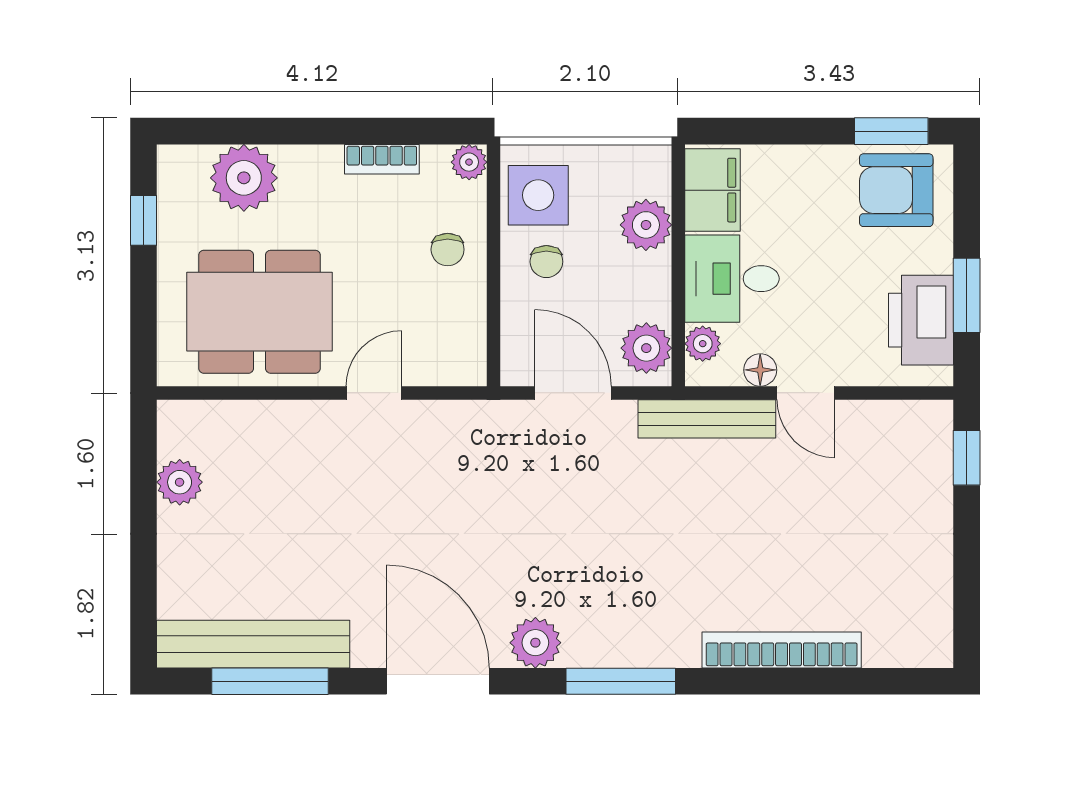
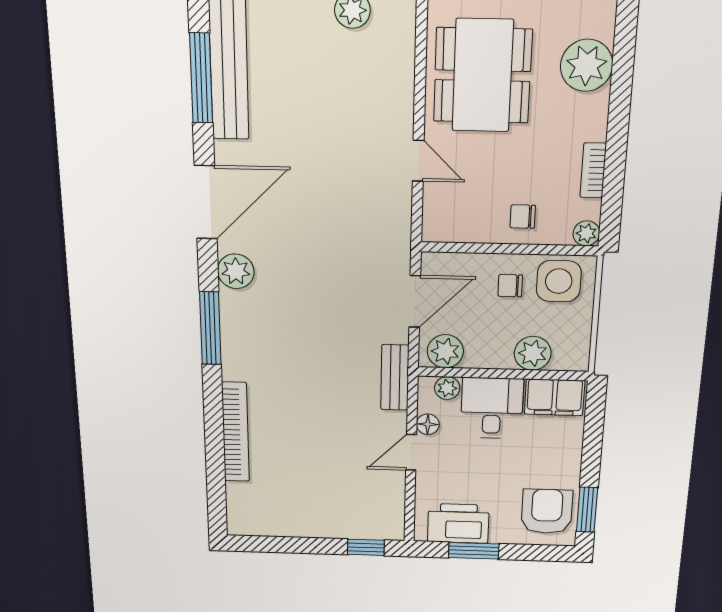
bench: (707, 419) -> (395, 378), width x0.73

